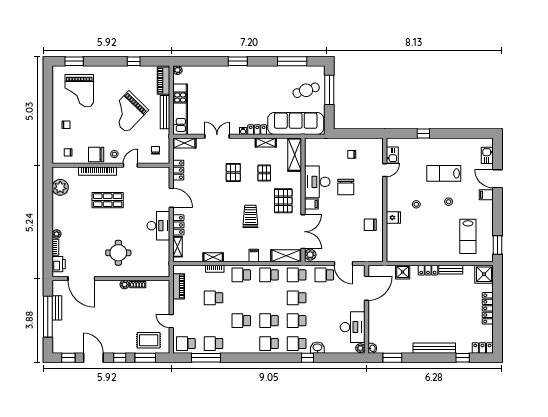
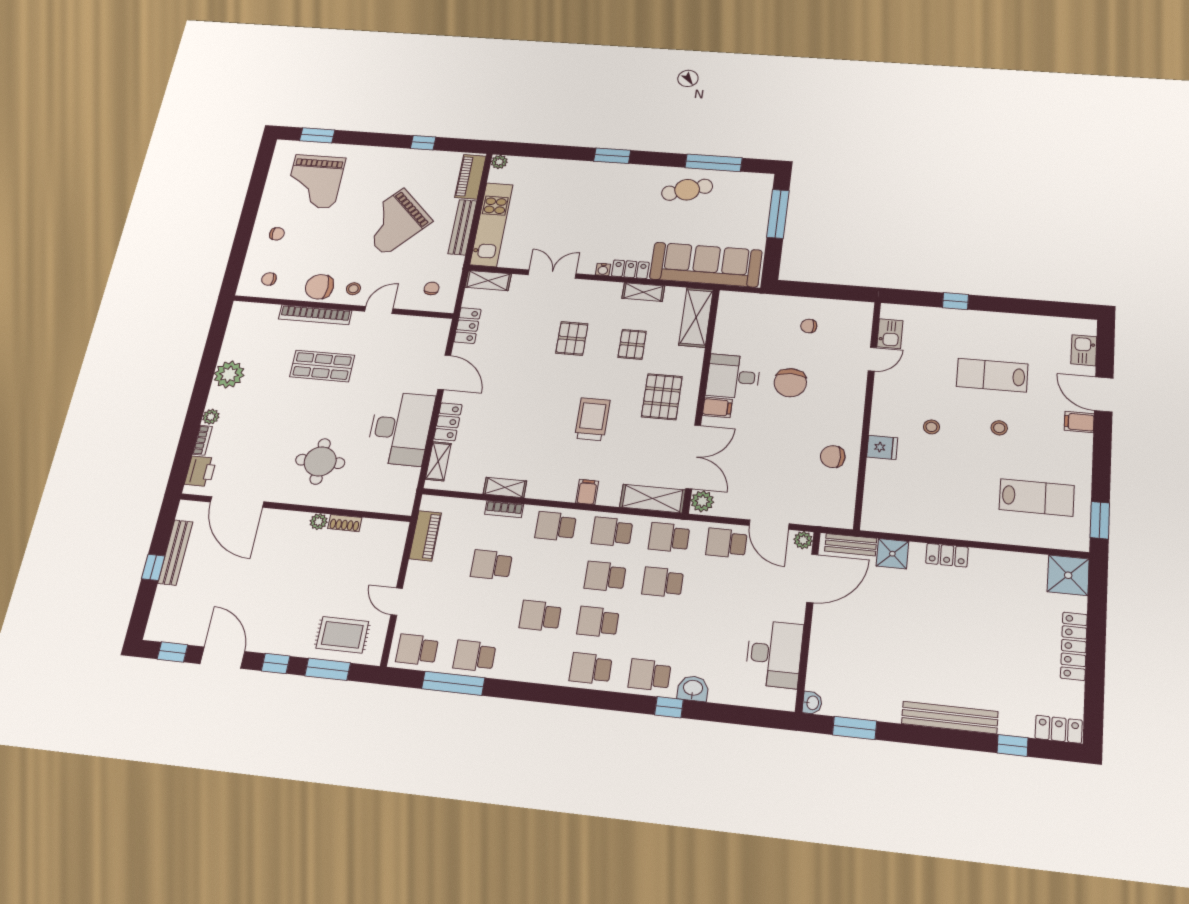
cafe table: (306, 90) -> (687, 190), moved
desk: (317, 182) -> (733, 377), width x0.73
plant: (60, 187) -> (229, 374), moved
desk: (158, 226) -> (400, 428), width x1.36, depth x1.30
lab bench: (468, 236) -> (1037, 497), turned -90
bench: (451, 270) -> (851, 545), moved
bench: (57, 308) -> (175, 552), width x1.36
window: (48, 317) -> (153, 567), width x0.32
school desk: (297, 321) -> (605, 576), moved
plant: (360, 348) -> (803, 540), moved

